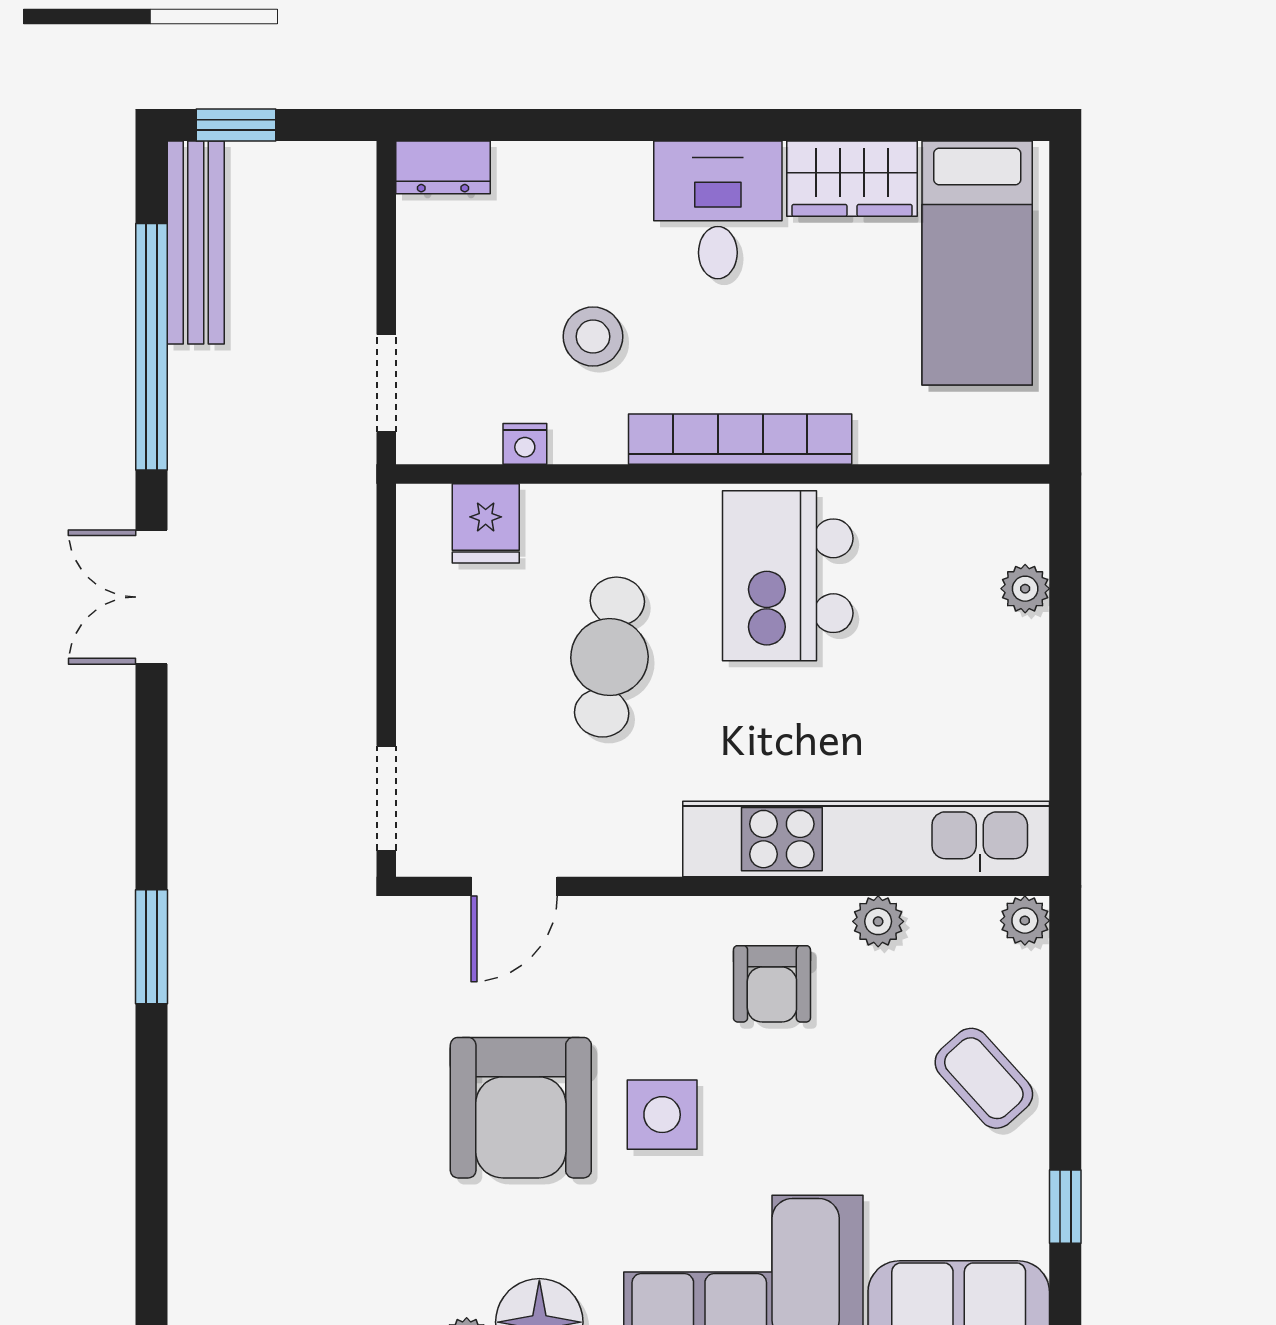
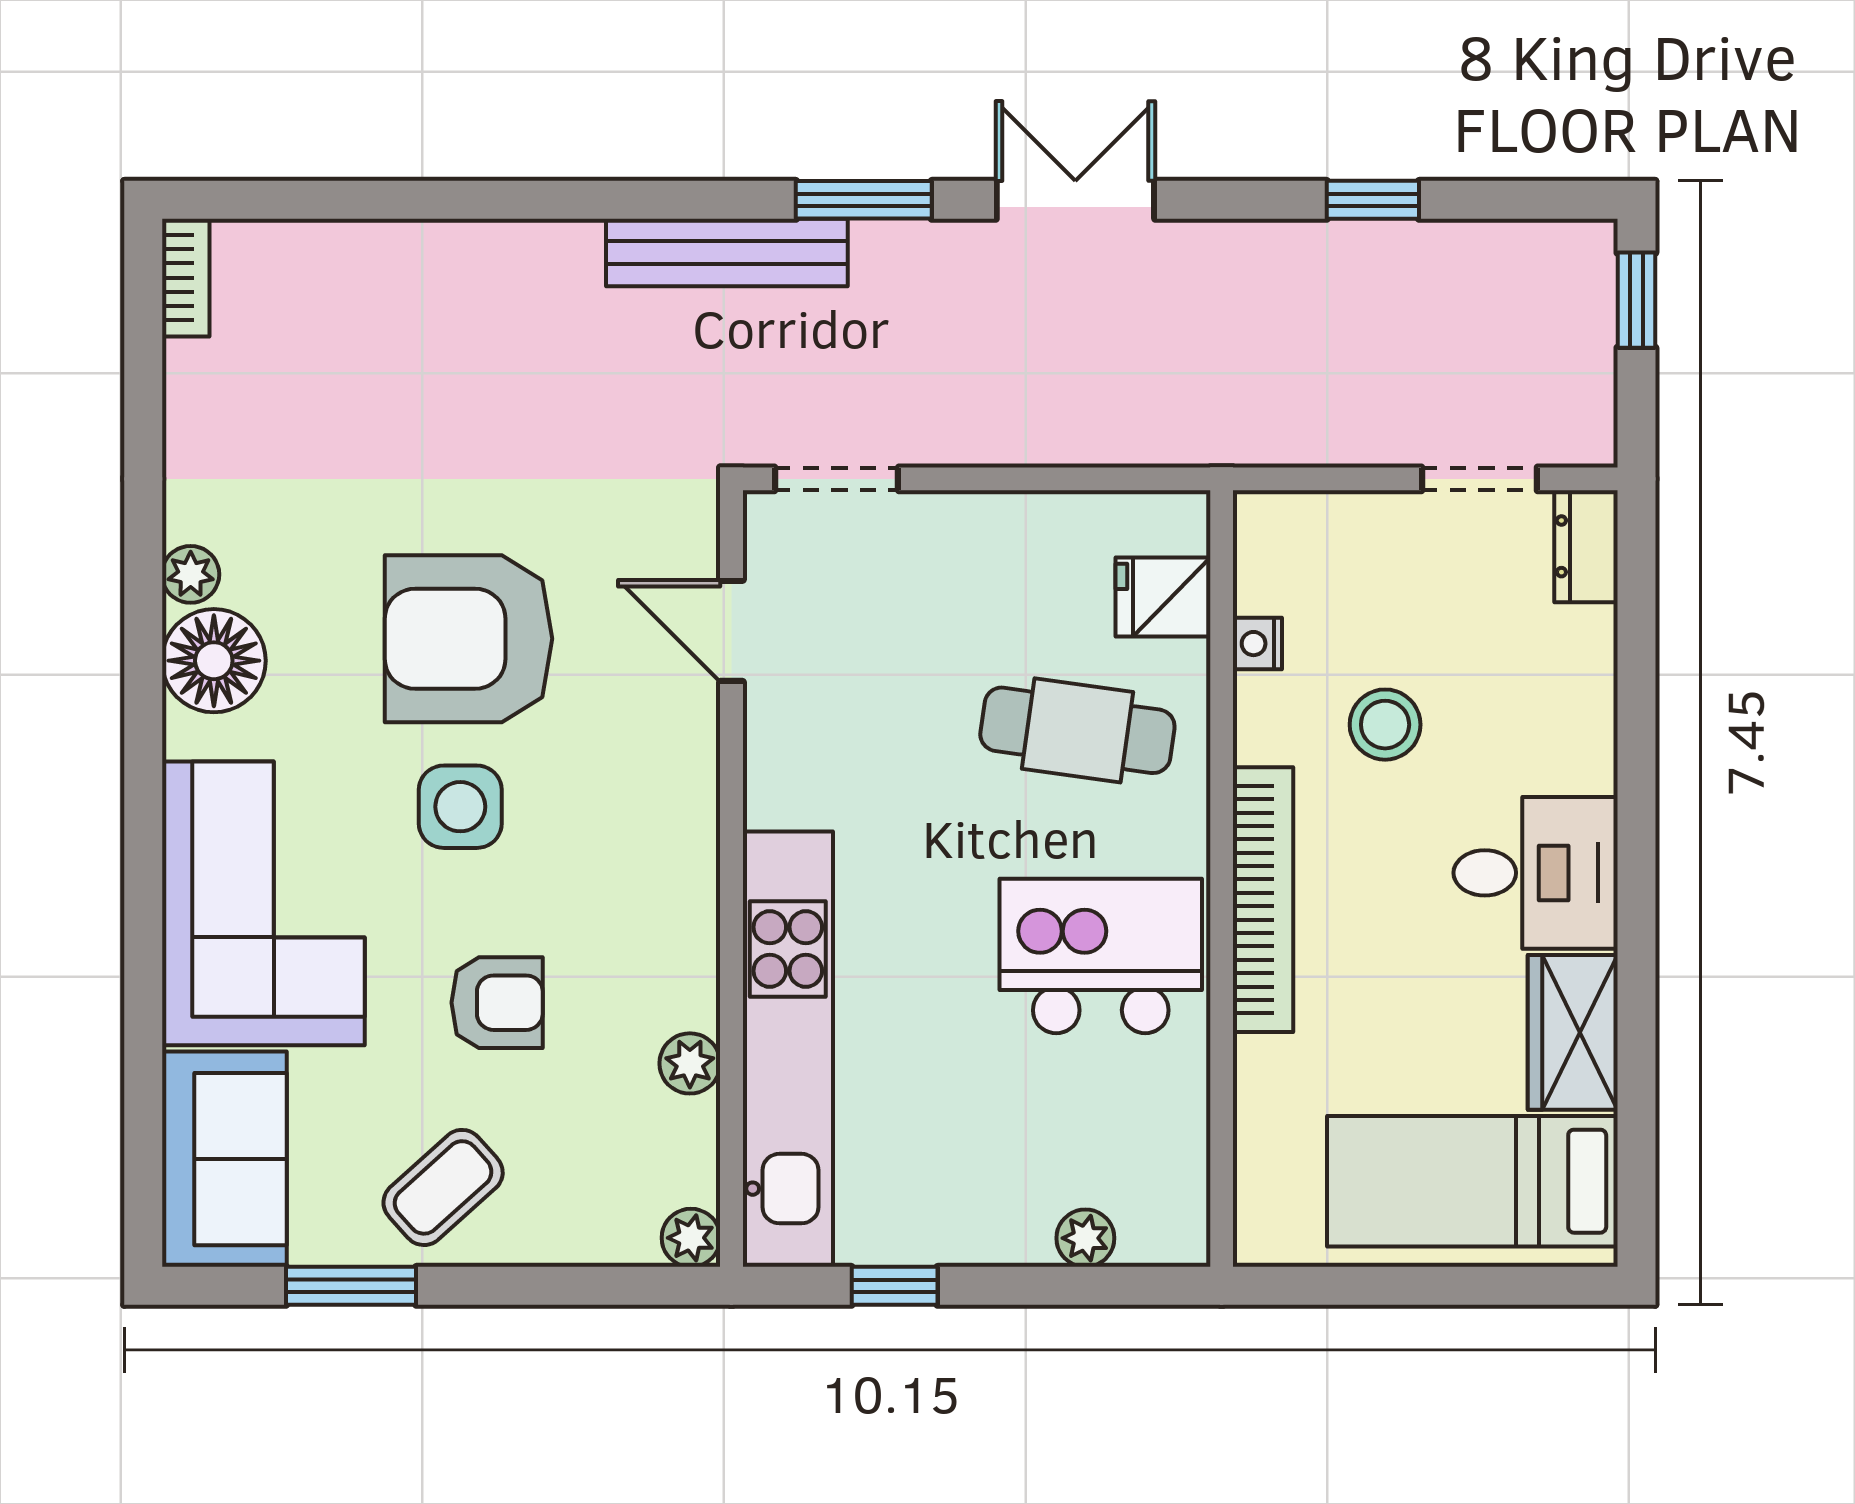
bench: (196, 242) -> (727, 252), moved
window: (151, 347) -> (1373, 200), width x0.32
doorway: (386, 383) -> (1479, 479), moved
cafe table: (609, 657) -> (1077, 730), moved
window: (1065, 749) -> (895, 1286), added
window: (151, 947) -> (864, 200), moved
armchair: (772, 984) -> (497, 1003), moved, turned 180
coffee table: (984, 1078) -> (443, 1187), moved
window: (1065, 1207) -> (351, 1286), width x1.50

